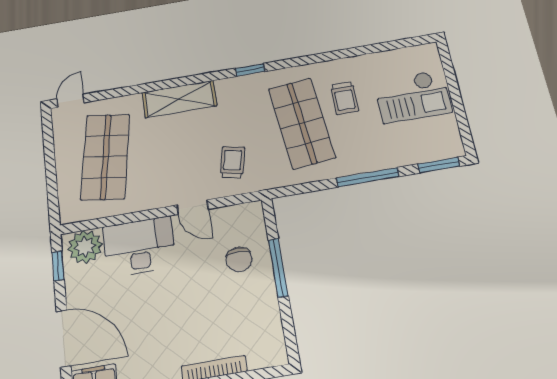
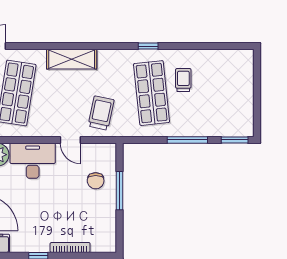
window: (250, 70) -> (148, 46), moved
checkout: (413, 97) -> (229, 88), removed
trolley: (344, 98) -> (183, 80), turned 180
trolley: (232, 162) -> (101, 113), width x1.36, depth x1.39

